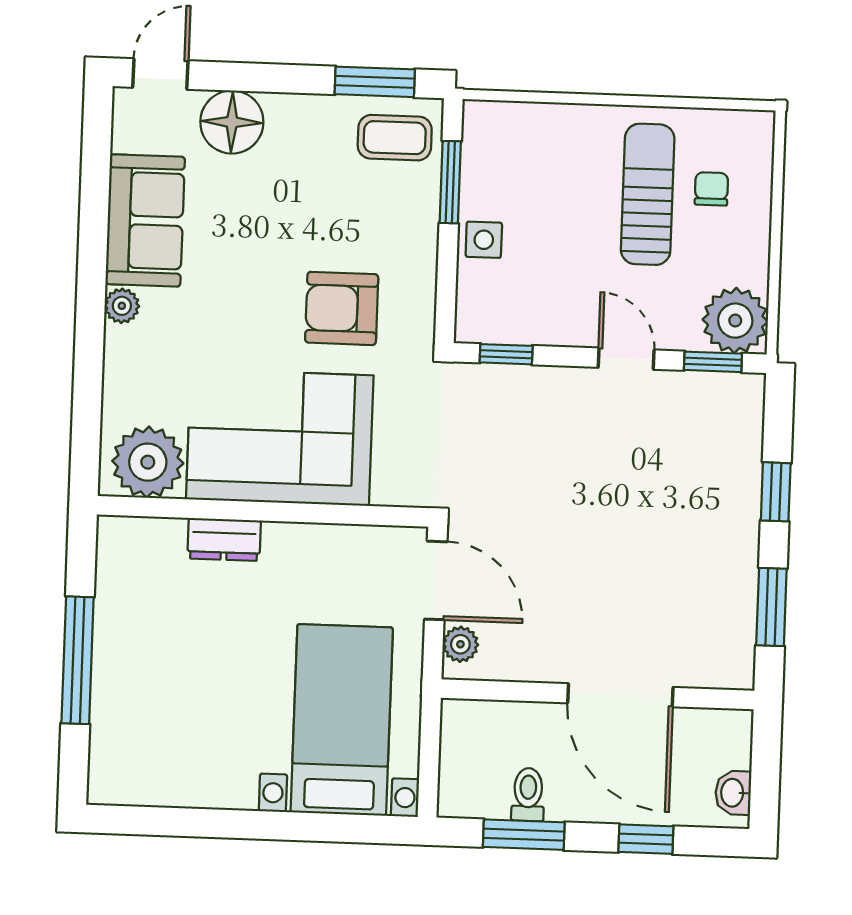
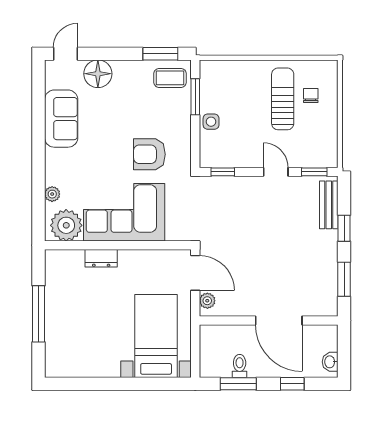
plant: (122, 306) -> (52, 194), moved
plant: (735, 321) -> (323, 153), removed
bench: (743, 438) -> (329, 205), added

